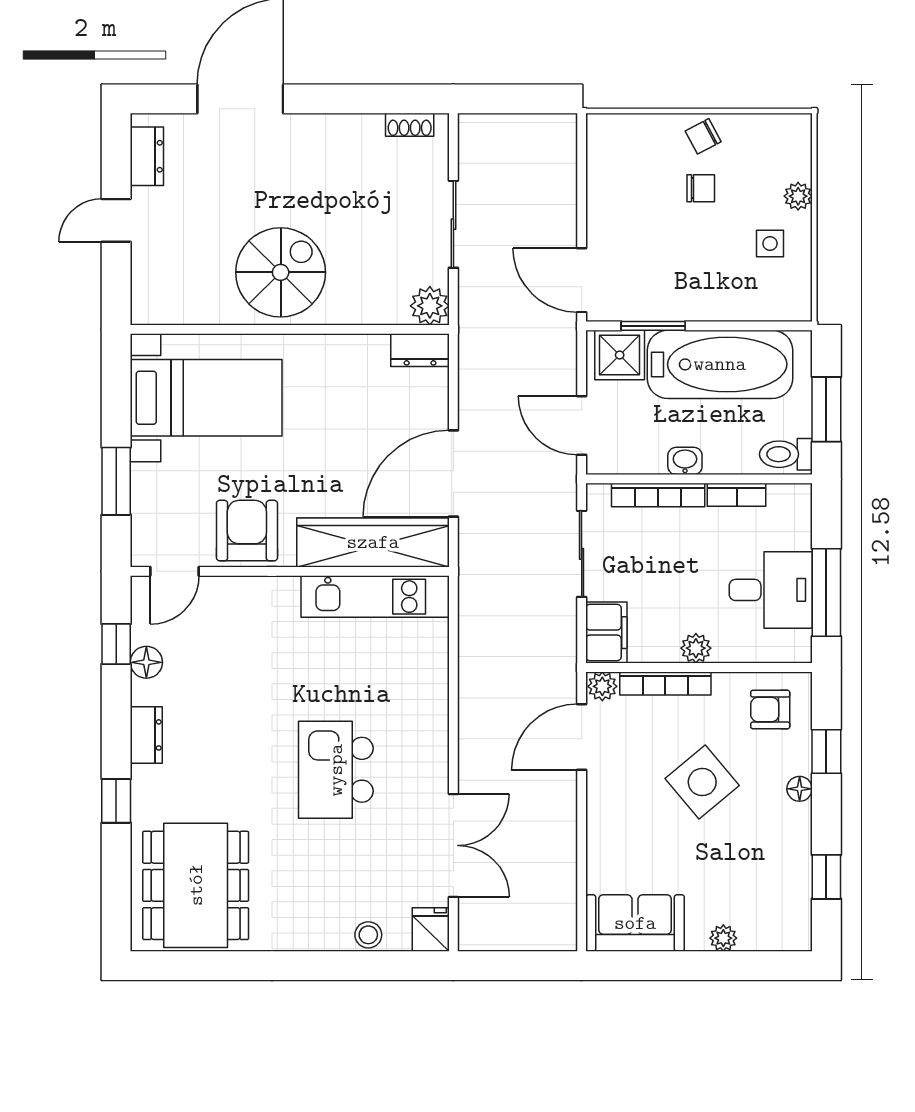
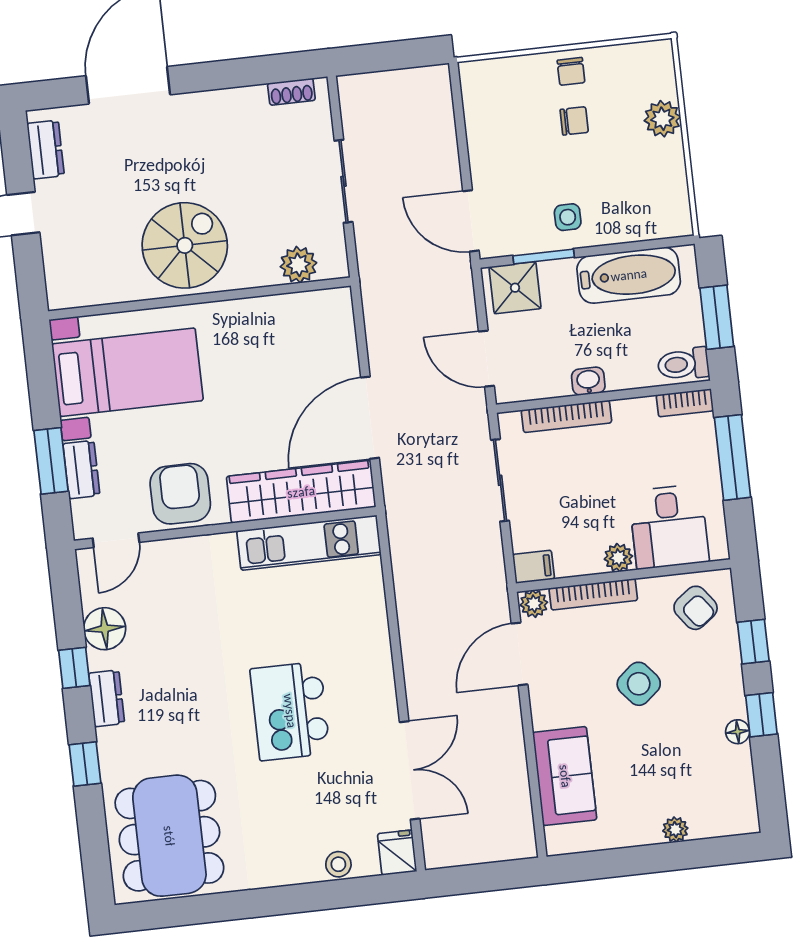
chair: (703, 136) -> (571, 71), turned -62
plant: (798, 196) -> (662, 119), width x1.38, depth x1.38
side table: (770, 244) -> (568, 217), moved
plant: (430, 306) -> (298, 265), moved
dresser: (420, 350) -> (81, 470), moved, turned -90
bathtub: (720, 364) -> (629, 275), width x0.73, depth x0.73
bookcase: (737, 495) -> (685, 403), moved
desk: (771, 590) -> (669, 527), moved, turned 90
window: (826, 593) -> (733, 457), moved
filing cabinet: (606, 633) -> (534, 567), width x0.50
window: (116, 644) -> (74, 668), moved
floor lamp: (146, 662) -> (105, 629), width x1.38, depth x1.38
armchair: (770, 710) -> (696, 608), turned -127
side table: (702, 782) -> (639, 684), width x0.73, depth x0.73
floor lamp: (800, 789) -> (738, 732), moved
window: (826, 877) -> (761, 715), moved
sofa: (635, 923) -> (565, 776), moved, turned 90

